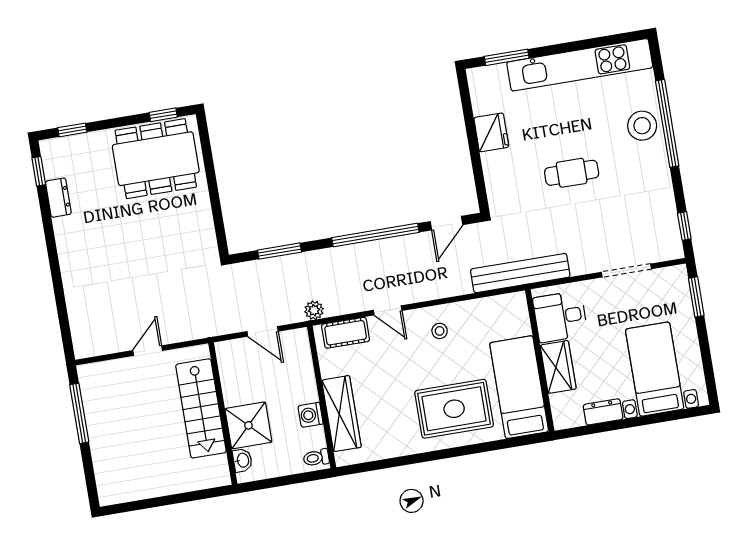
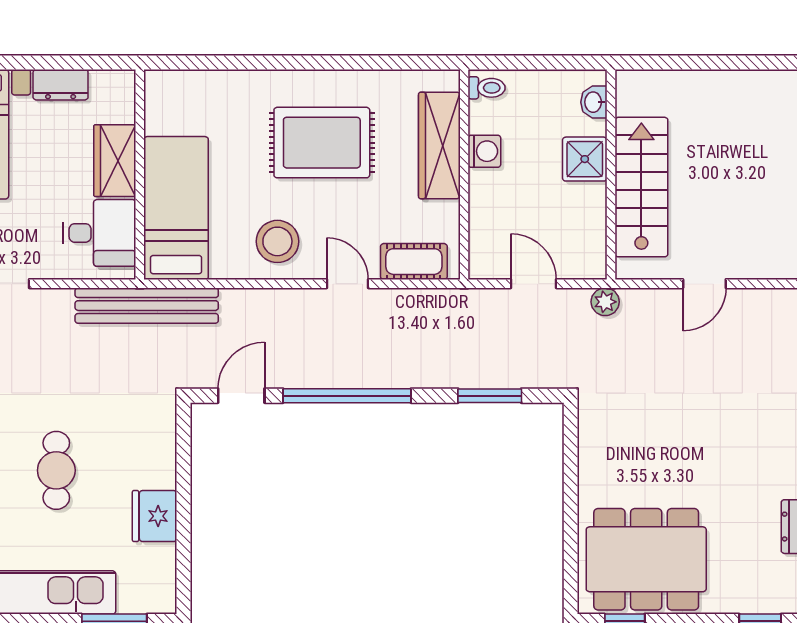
cafe table: (572, 173) -> (56, 470), moved, turned 90
plant: (314, 310) -> (605, 302), moved
stool: (440, 331) -> (277, 241), width x1.89, depth x1.89
bed: (519, 387) -> (176, 208), moved, turned 180
rug: (454, 409) -> (322, 143), moved
shower: (248, 425) -> (585, 159), width x0.73, depth x0.73

